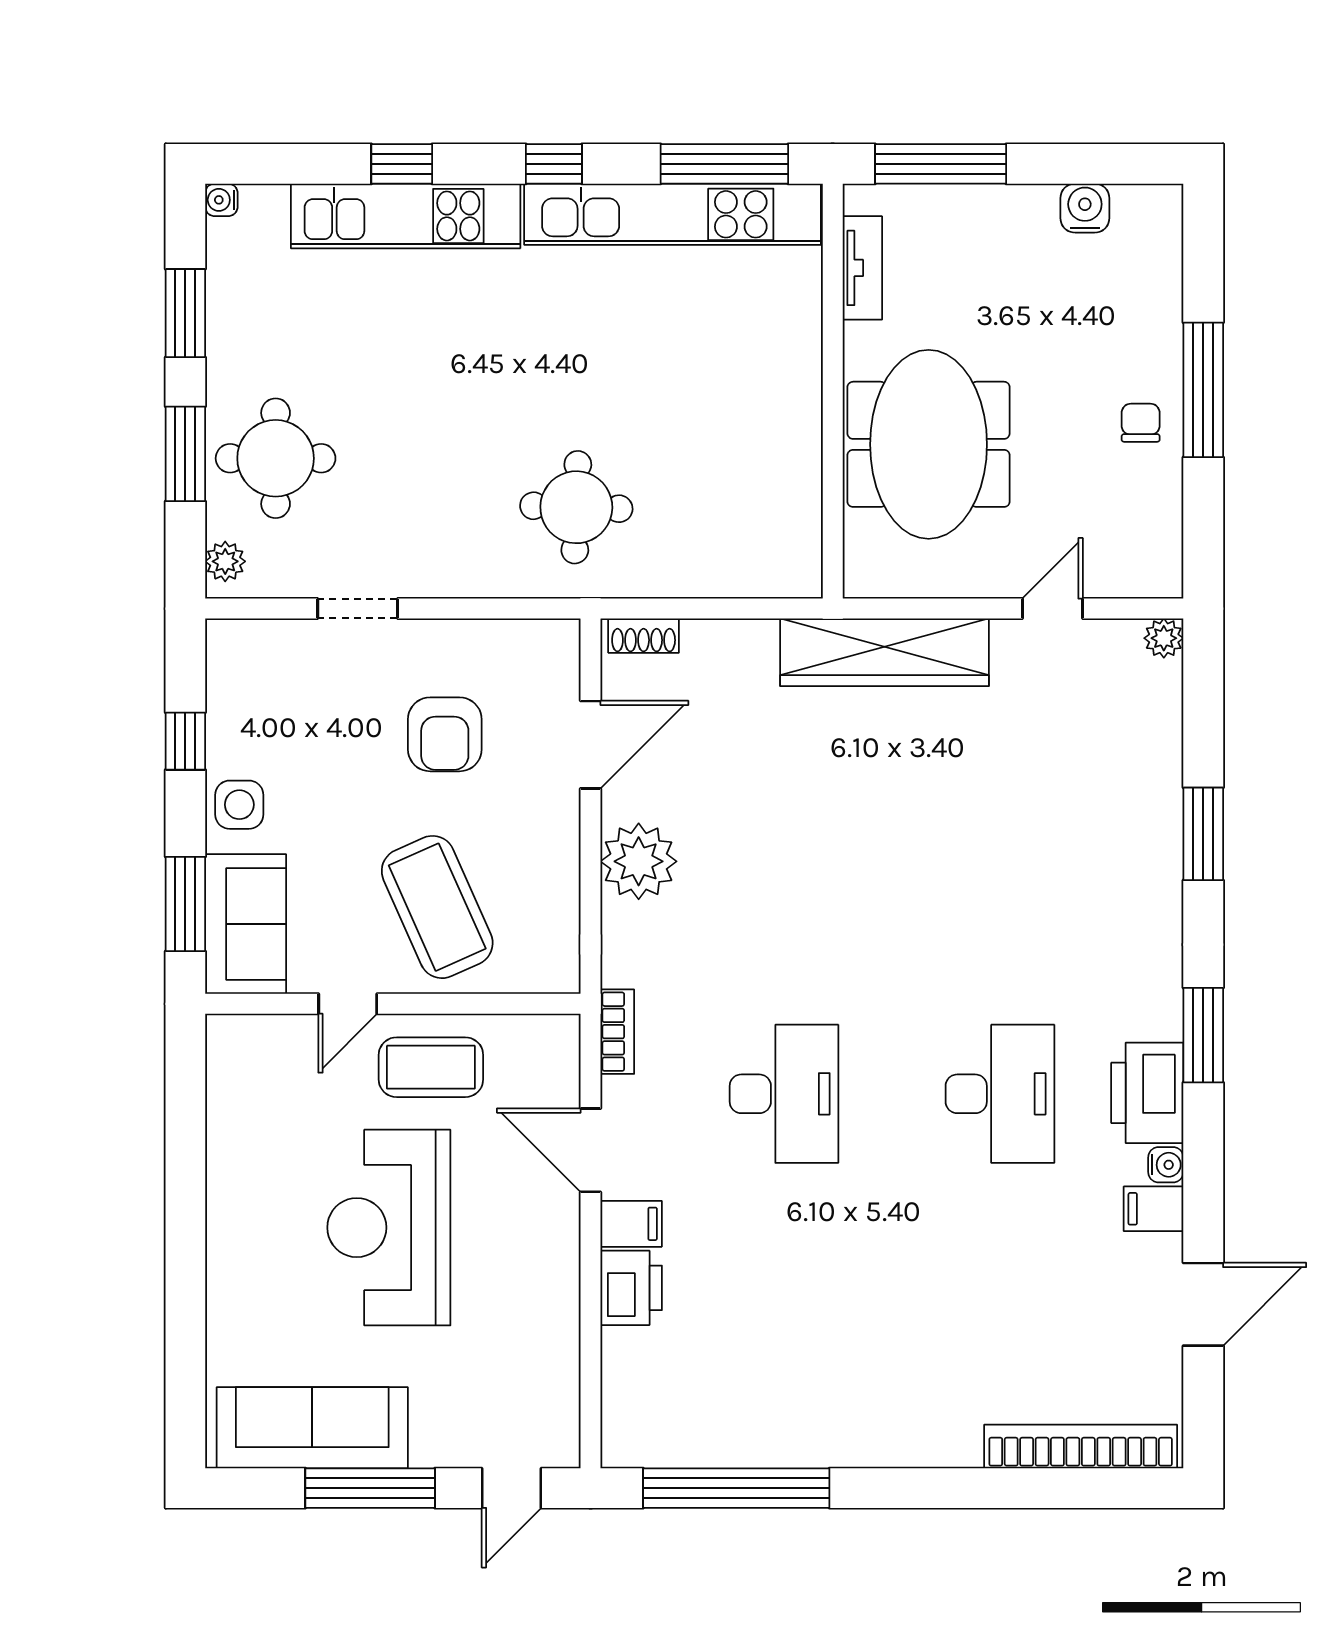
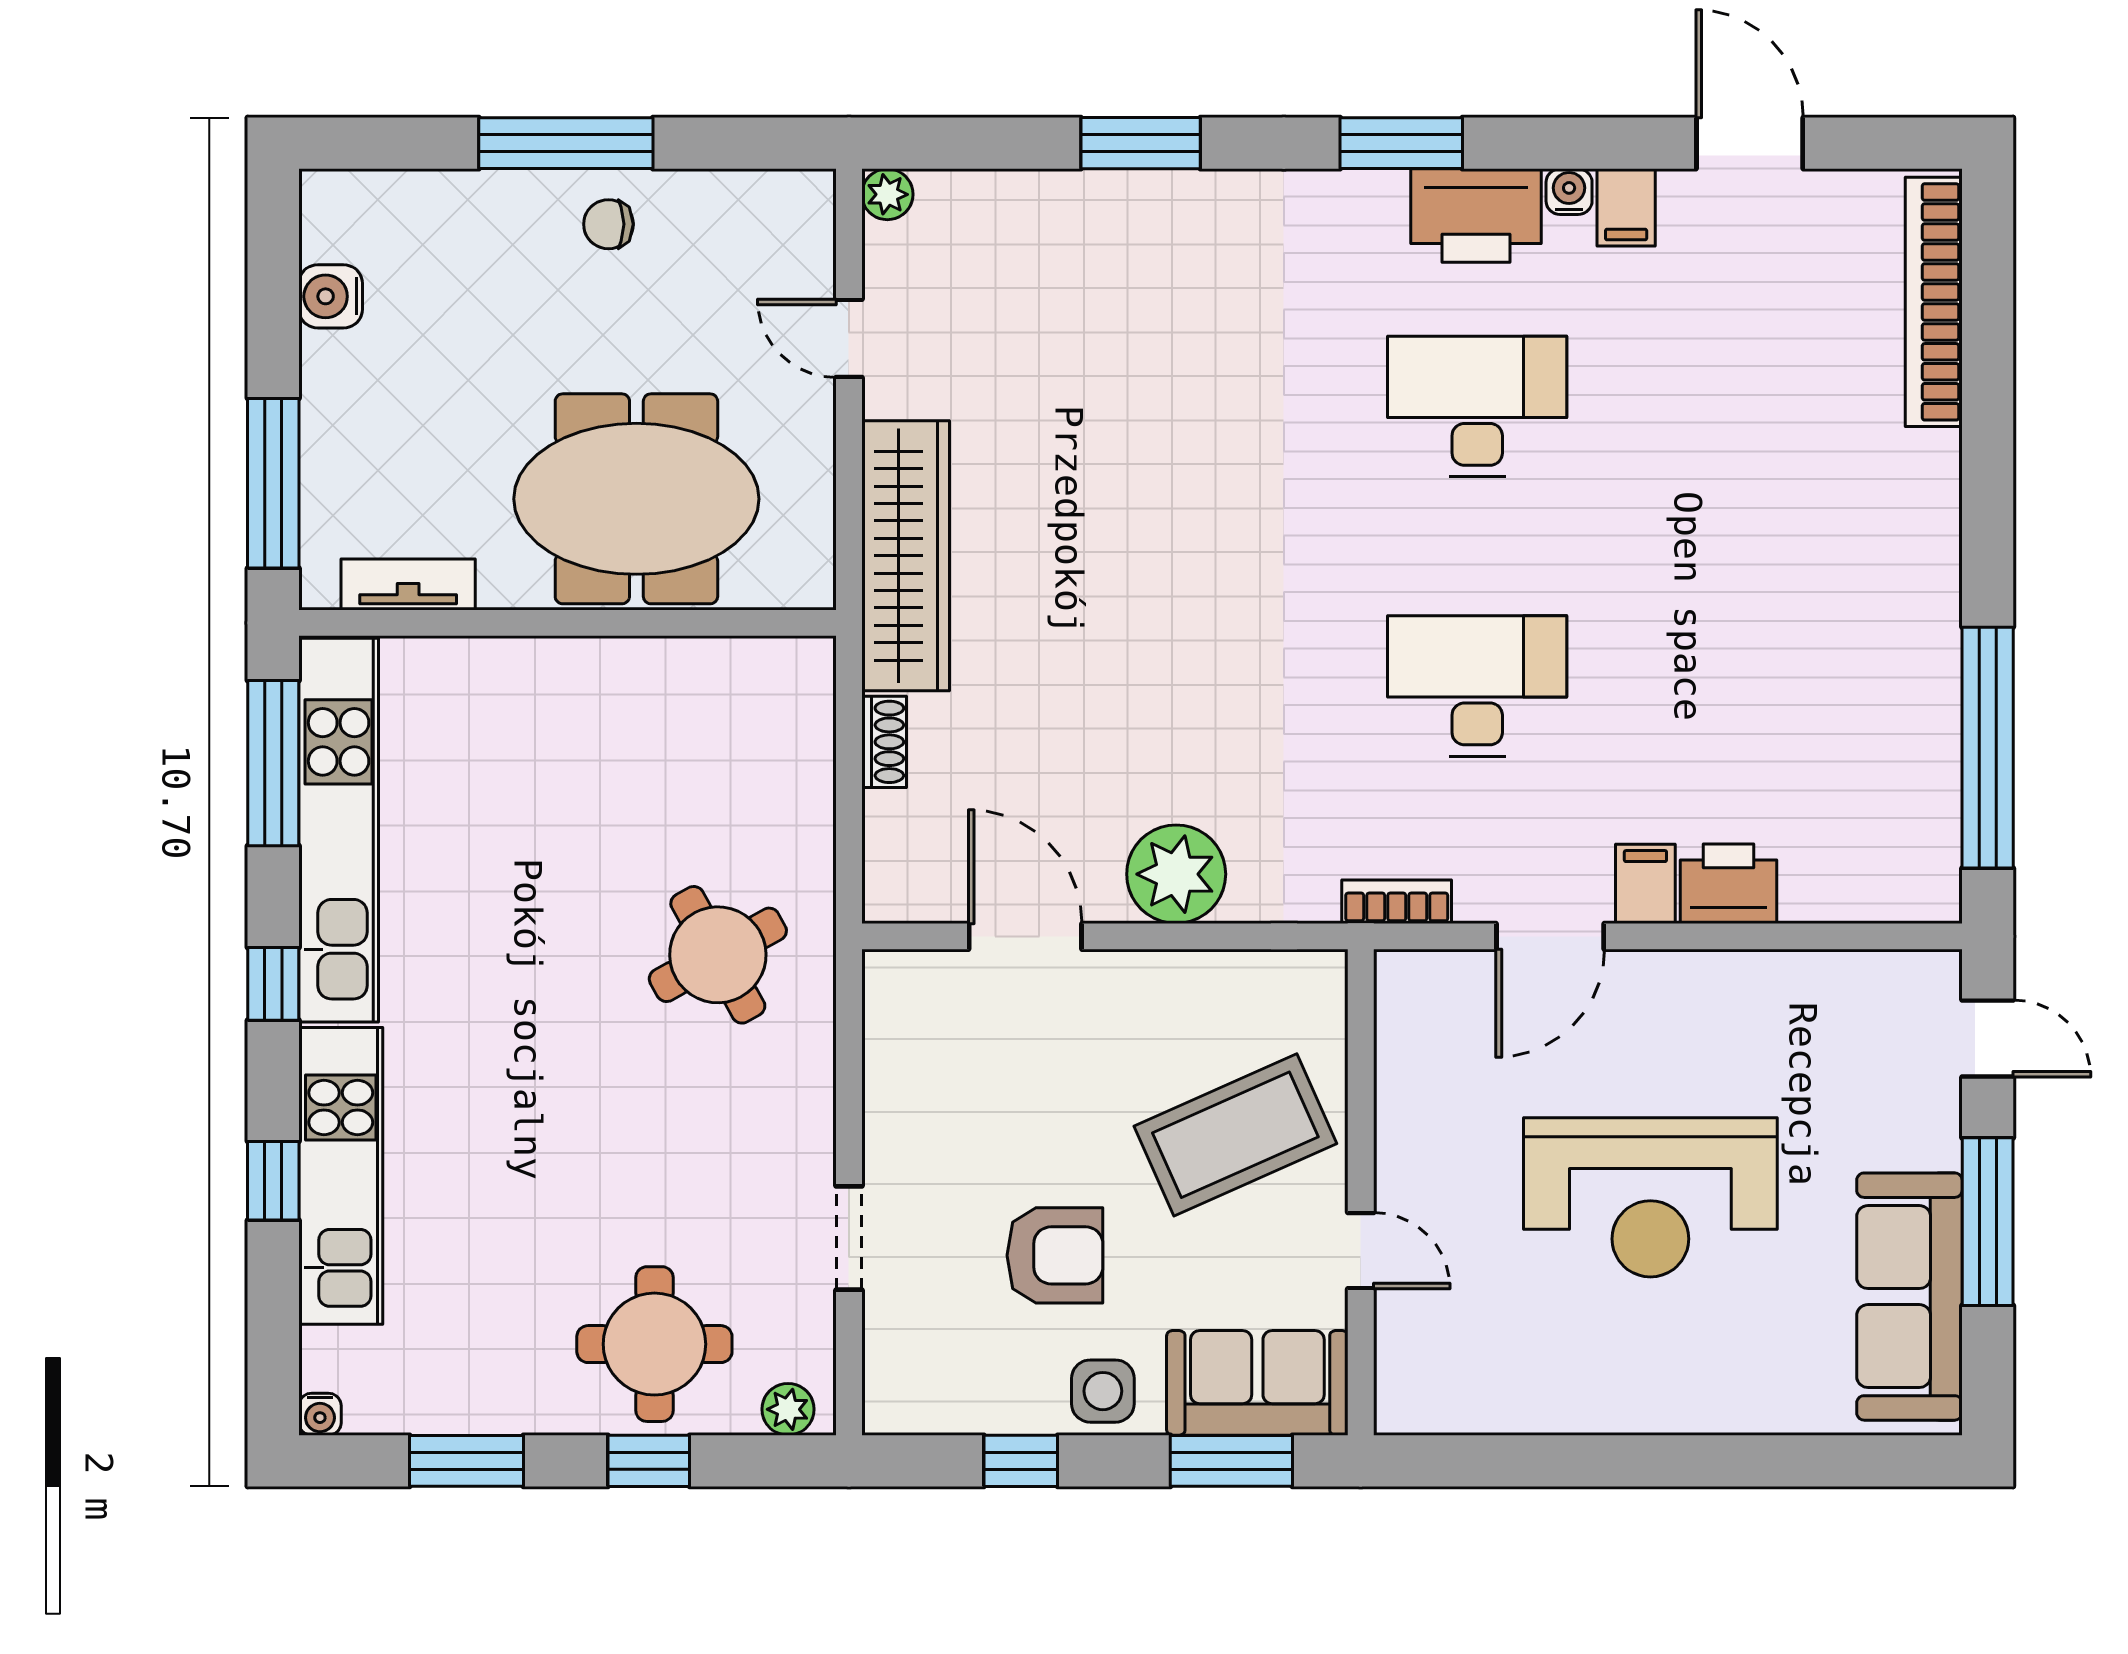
window: (185, 454) -> (649, 1461), width x0.67
round table: (576, 507) -> (718, 955), turned -31
shoe rack: (644, 636) -> (884, 742), moved
armchair: (445, 734) -> (1055, 1255), moved
coffee table: (431, 1067) -> (1443, 1143), removed

